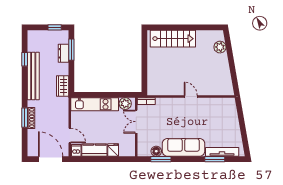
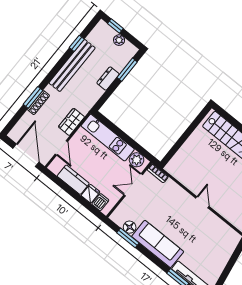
window: (55, 27) -> (115, 26), moved
plant: (50, 35) -> (119, 40), added
dresser: (64, 53) -> (108, 79), moved
wardrobe: (63, 86) -> (71, 122), moved
dishwasher: (76, 150) -> (100, 202), moved

